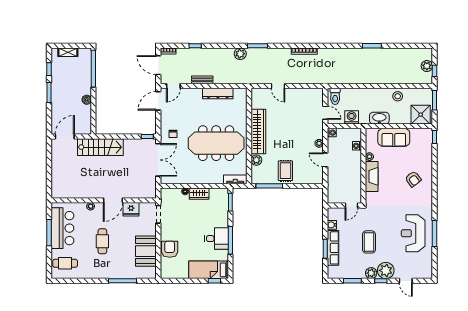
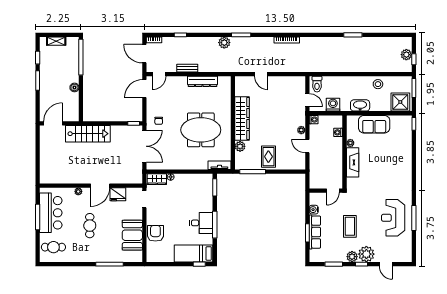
meeting table: (216, 143) -> (201, 130), width x0.73
armchair: (413, 179) -> (393, 165), removed
wardrobe: (199, 194) -> (157, 179), moved

